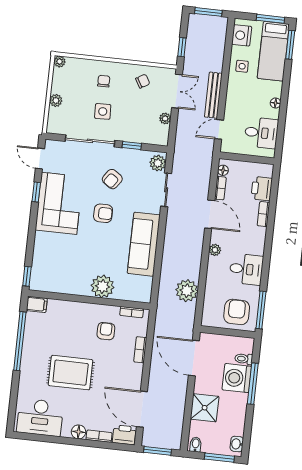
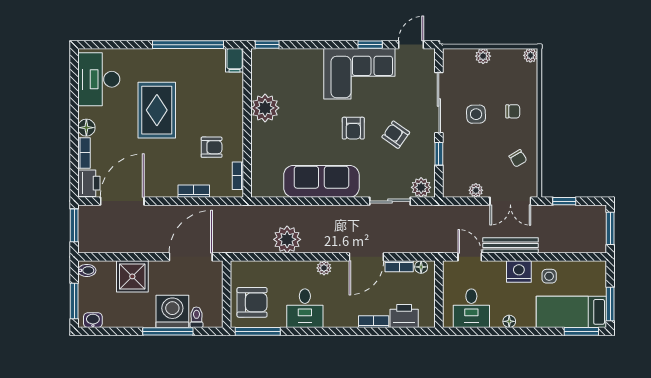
nightstand: (242, 35) -> (519, 272), moved
plant: (103, 286) -> (265, 108), moved
plant: (187, 291) -> (287, 239), moved

